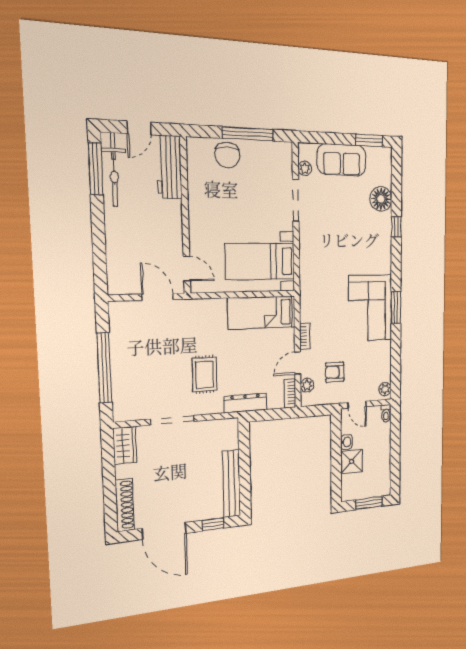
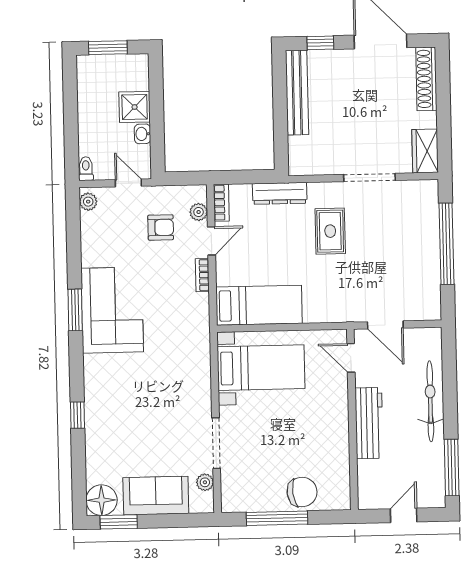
chair: (227, 155) -> (302, 492), turned 83
workbench: (169, 167) -> (369, 423), moved
bicycle: (114, 170) -> (430, 401), moved
floor lamp: (381, 199) -> (102, 500), moved

